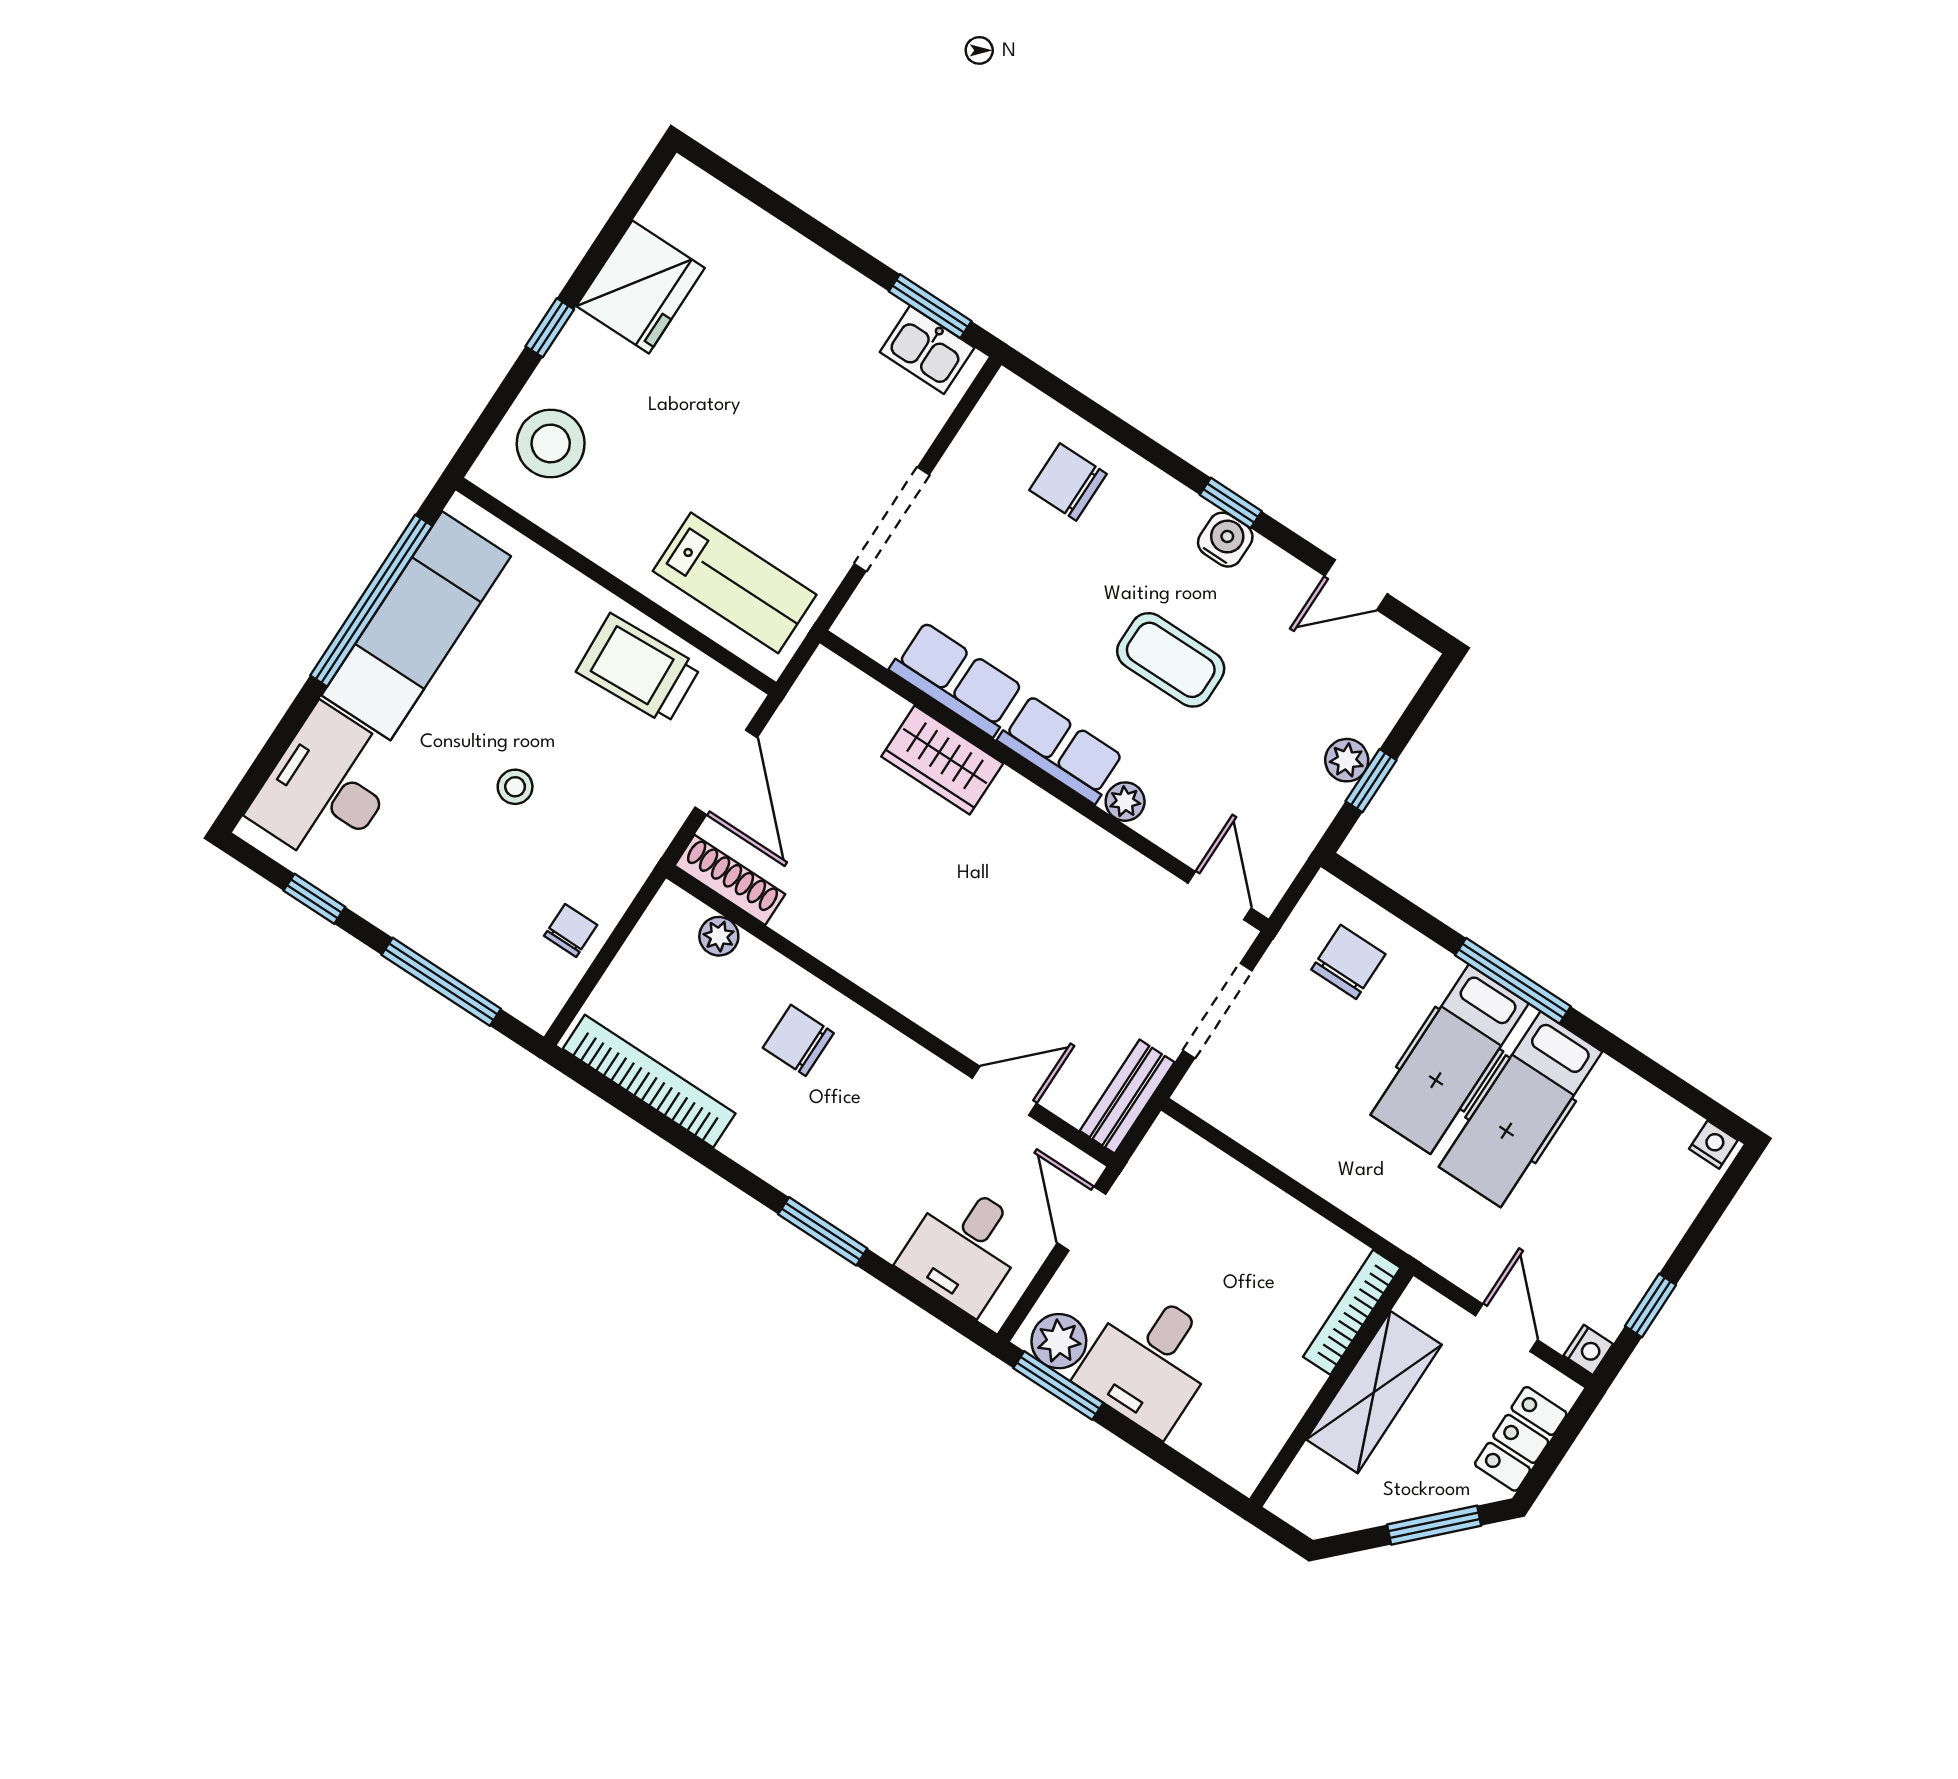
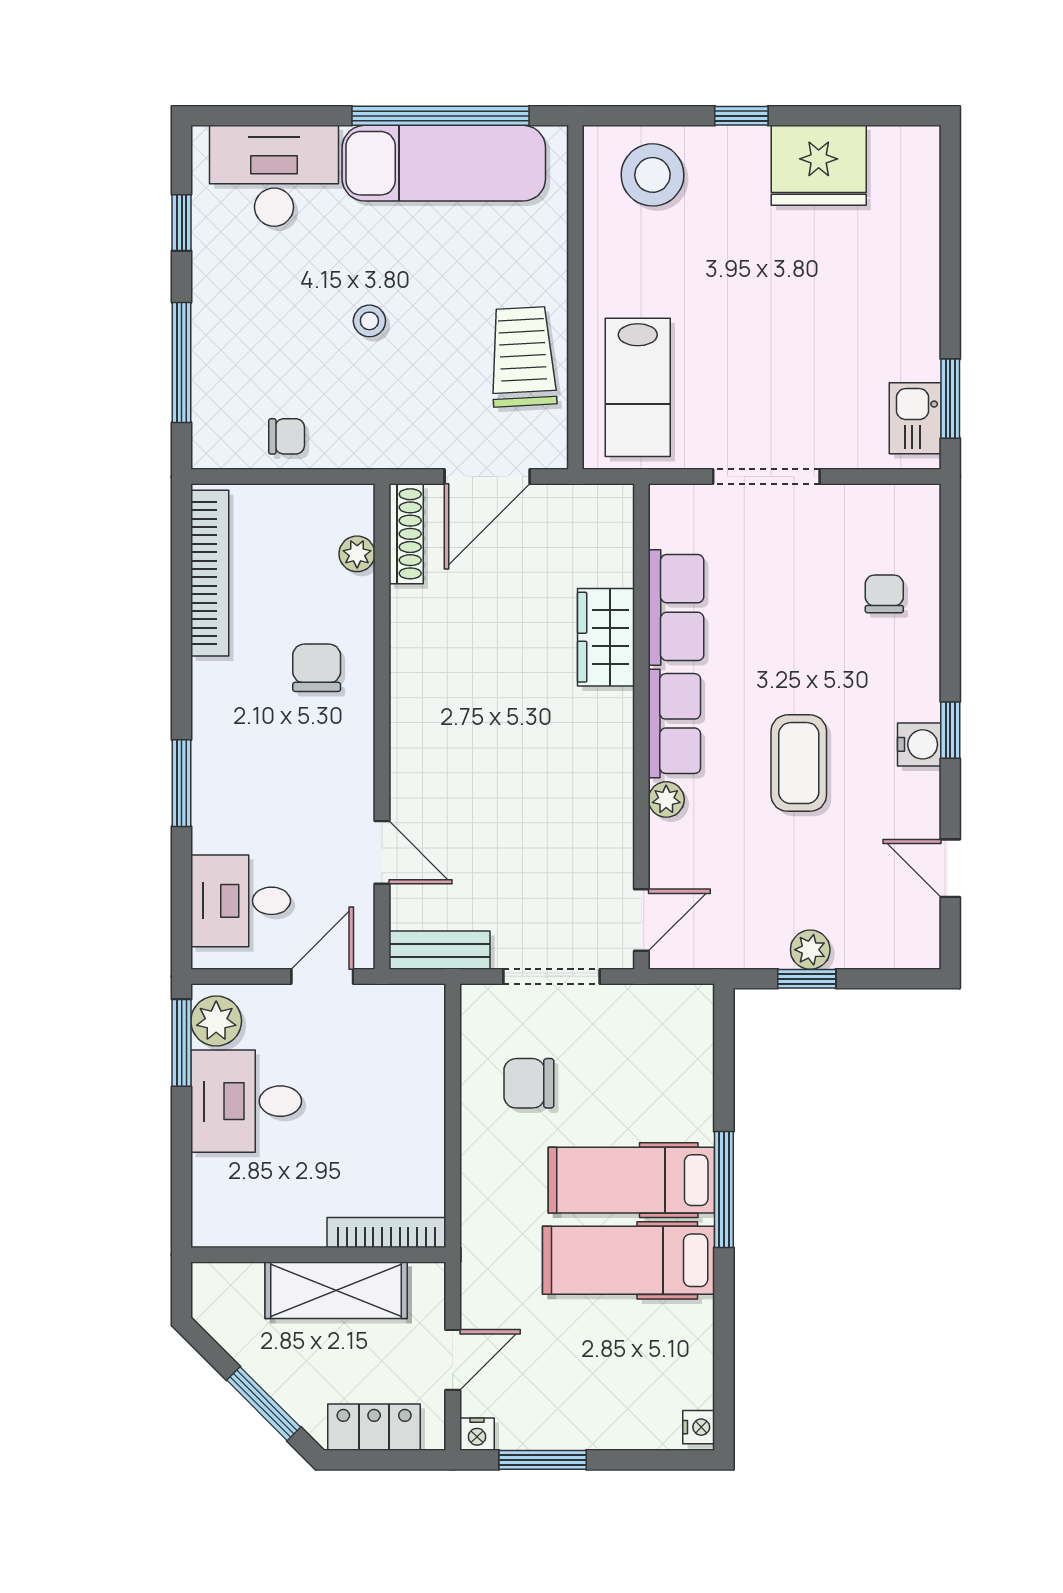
chair: (1068, 482) -> (884, 594), width x0.73, depth x0.73
chair: (1348, 962) -> (529, 1083), moved, turned 180
window: (1650, 1306) -> (543, 1460), width x1.50

